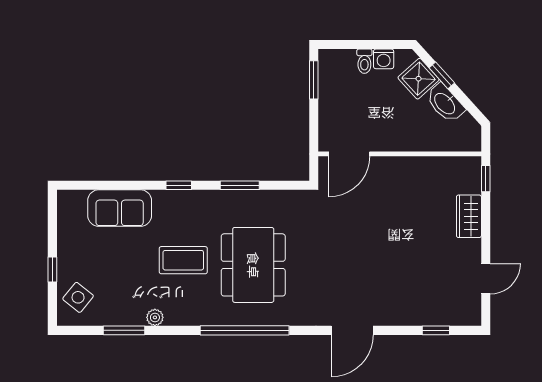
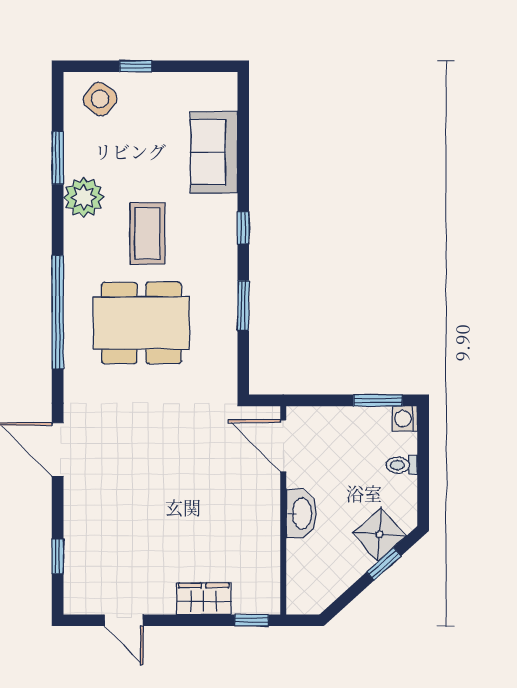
washing machine: (384, 59) -> (405, 419), moved
washbasin: (445, 103) -> (301, 514), moved, turned 132
plant: (155, 317) -> (84, 197), width x1.88, depth x1.88

